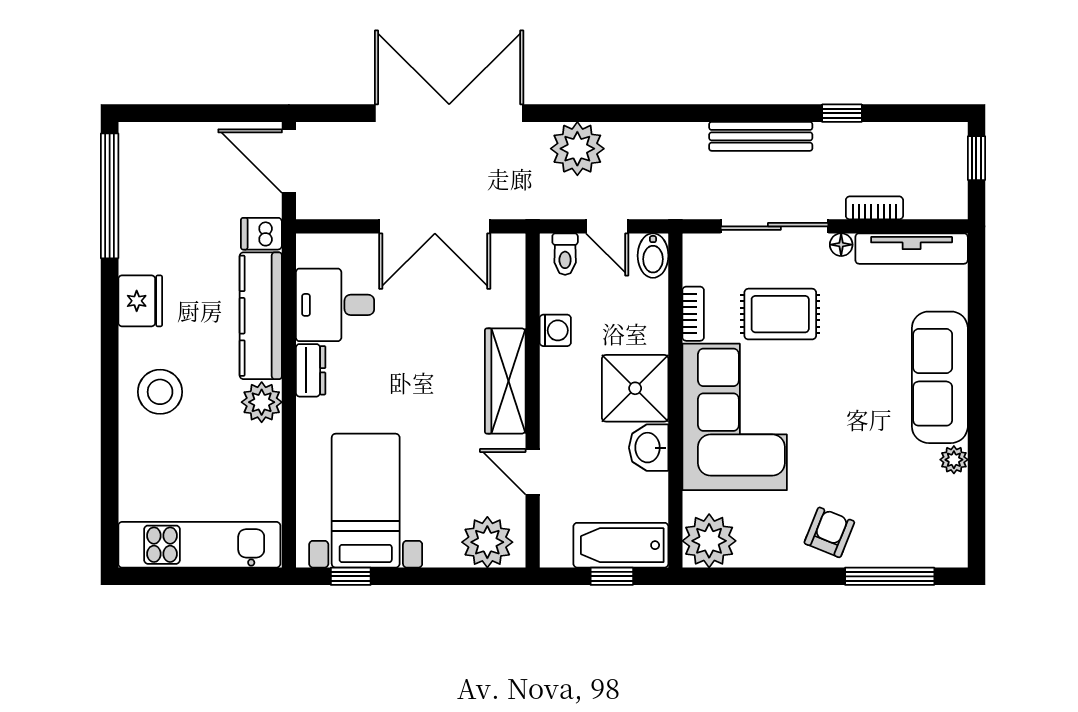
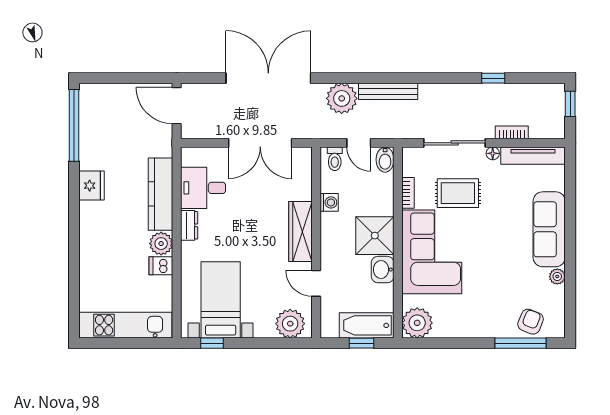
bench: (761, 136) -> (388, 91), moved
dishwasher: (261, 234) -> (161, 266), moved
stool: (160, 392) -> (103, 238), removed
armchair: (829, 532) -> (531, 322), moved

